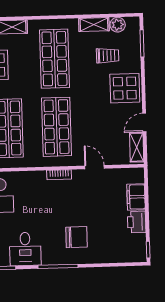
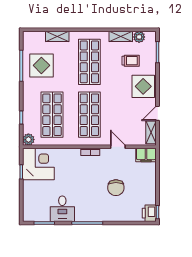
filing cabinet: (136, 197) -> (146, 155), moved, turned -90
printer: (137, 222) -> (149, 213), moved
chair: (76, 237) -> (116, 188), moved, turned 90

